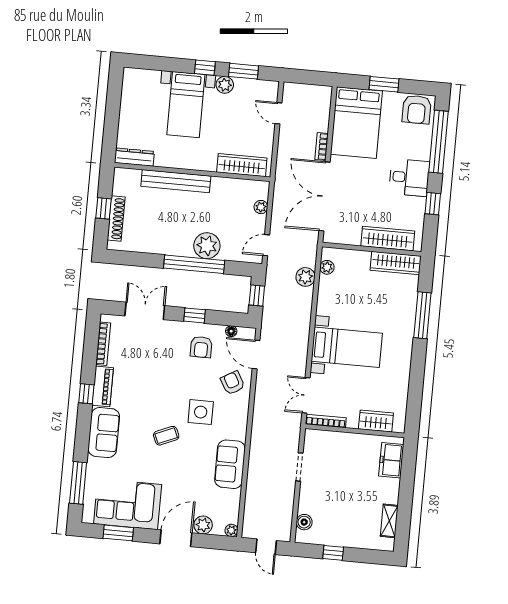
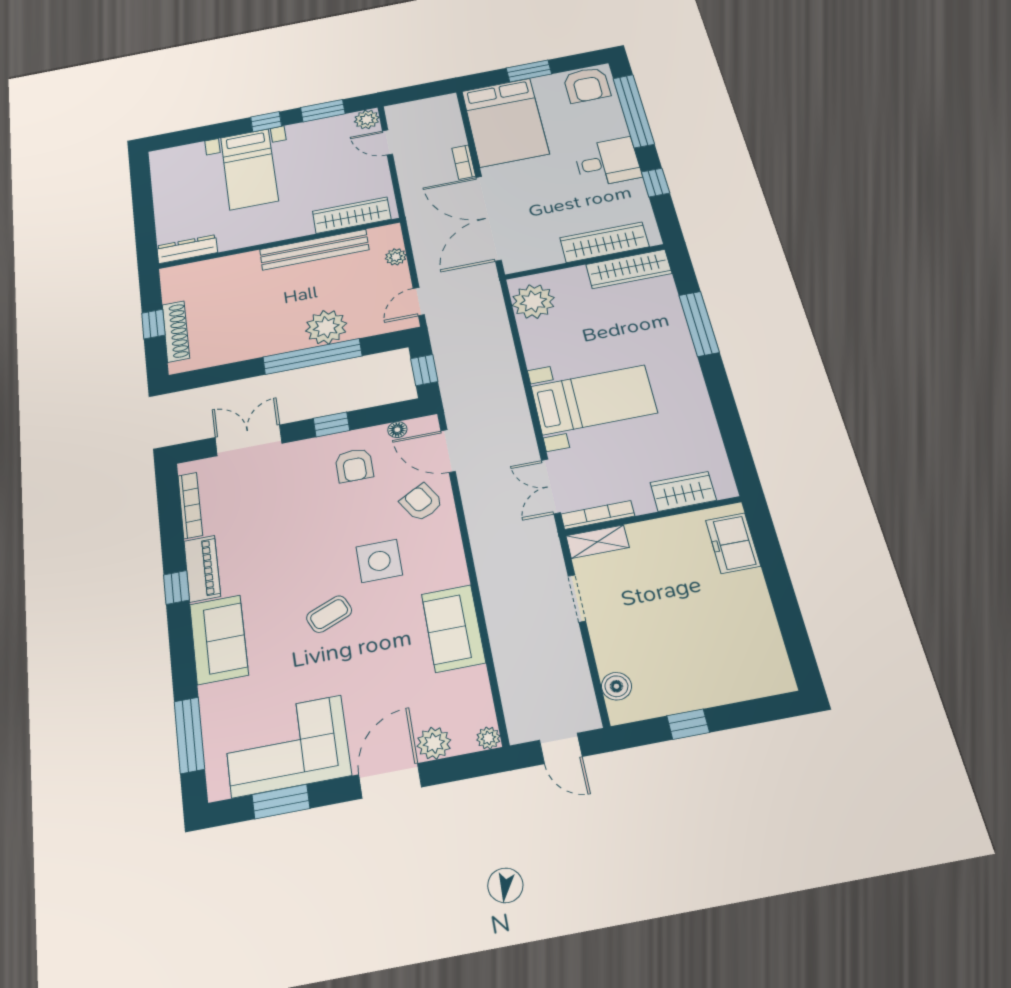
plant: (225, 85) -> (367, 119), moved
bench: (176, 181) -> (314, 250), moved
plant: (327, 267) -> (533, 301), width x1.88, depth x1.88
plant: (305, 277) -> (494, 325), removed
shelving: (389, 521) -> (598, 542), moved, turned 90

